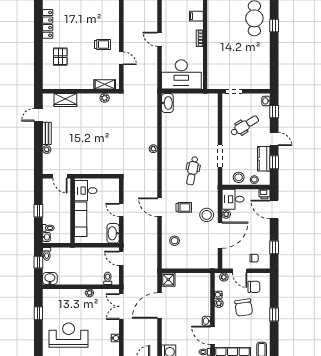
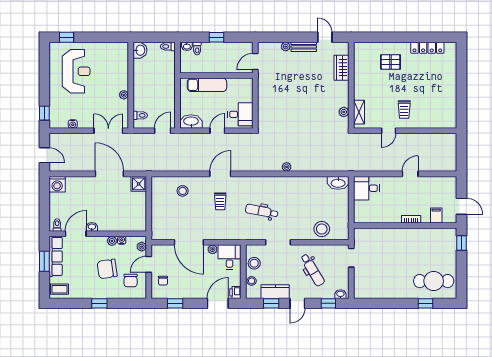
desk: (181, 74) -> (366, 188), width x0.53, depth x0.77
desk: (86, 191) -> (240, 114), moved, turned 90
stool: (207, 215) -> (322, 229), moved
window: (38, 262) -> (158, 37), removed
window: (38, 313) -> (67, 37), moved

